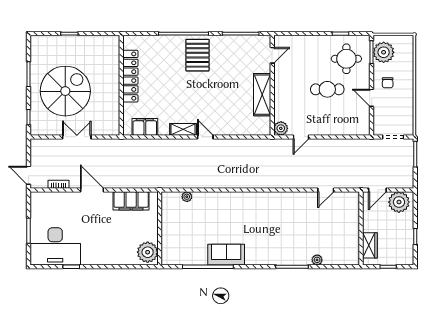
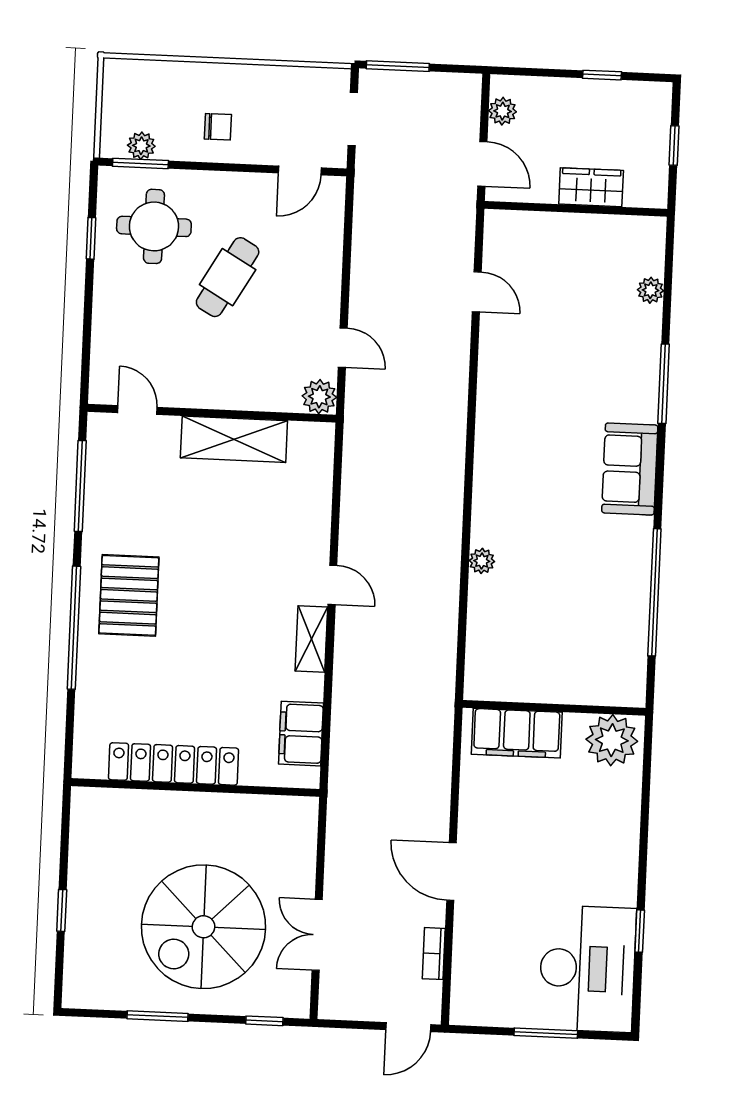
plant: (384, 52) -> (141, 146), width x0.53, depth x0.53
pallet: (197, 55) -> (129, 595), turned 90
cafe table: (327, 89) -> (228, 277), turned 30
spiral stairs: (65, 91) -> (203, 927), turned -90
door: (372, 98) -> (300, 170), moved
double door: (77, 137) -> (317, 935), moved
door: (205, 137) -> (332, 585), swing flipped
door: (92, 190) -> (451, 872), hinge flipped
plant: (187, 197) -> (482, 561), moved
filing cabinet: (131, 201) -> (517, 733), moved, turned 90
plant: (399, 202) -> (503, 111), width x0.53, depth x0.53
wardrobe: (370, 245) -> (591, 187), moved
sofa: (226, 255) -> (630, 469), moved
plant: (317, 260) -> (651, 290), moved

